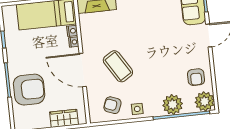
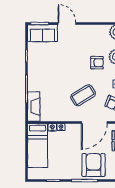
door: (83, 70) -> (94, 122), moved
armchair: (196, 77) -> (97, 63), moved

